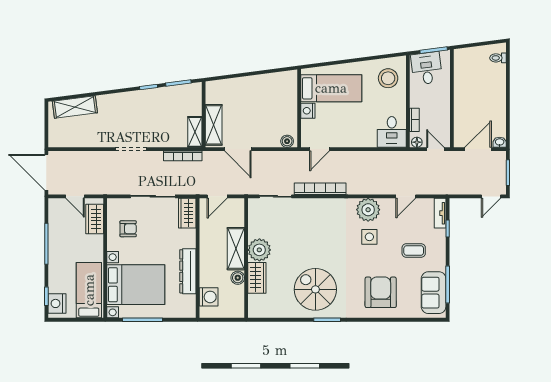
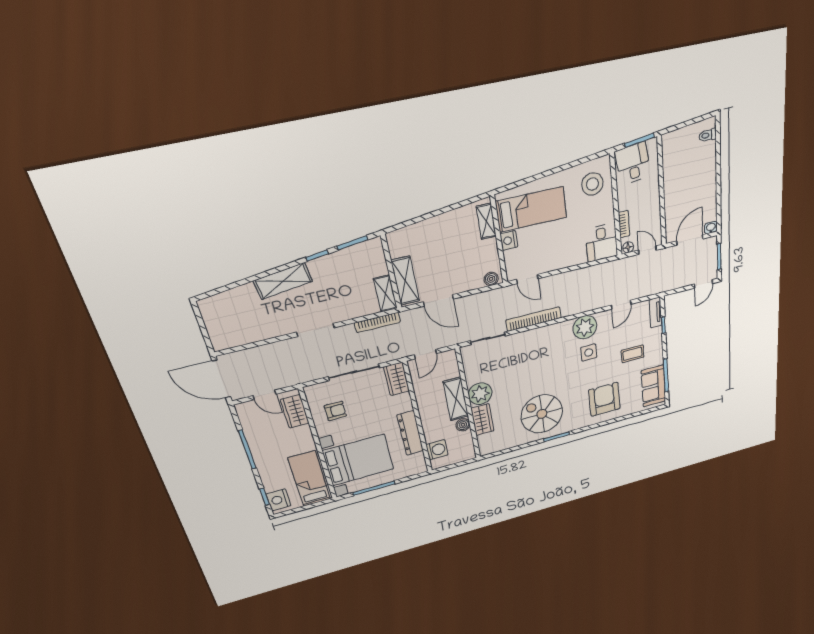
shelving: (291, 90) -> (486, 221), added
shelving: (75, 107) -> (283, 281), moved
door: (319, 149) -> (527, 279), hinge flipped

